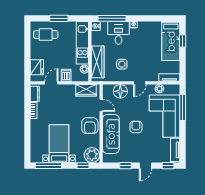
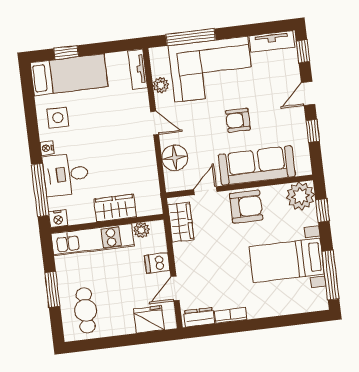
wardrobe: (98, 62) -> (115, 208), width x0.67
side table: (122, 64) -> (58, 118), moved
door: (51, 83) -> (175, 288), hinge flipped
door: (145, 166) -> (308, 93), swing flipped

